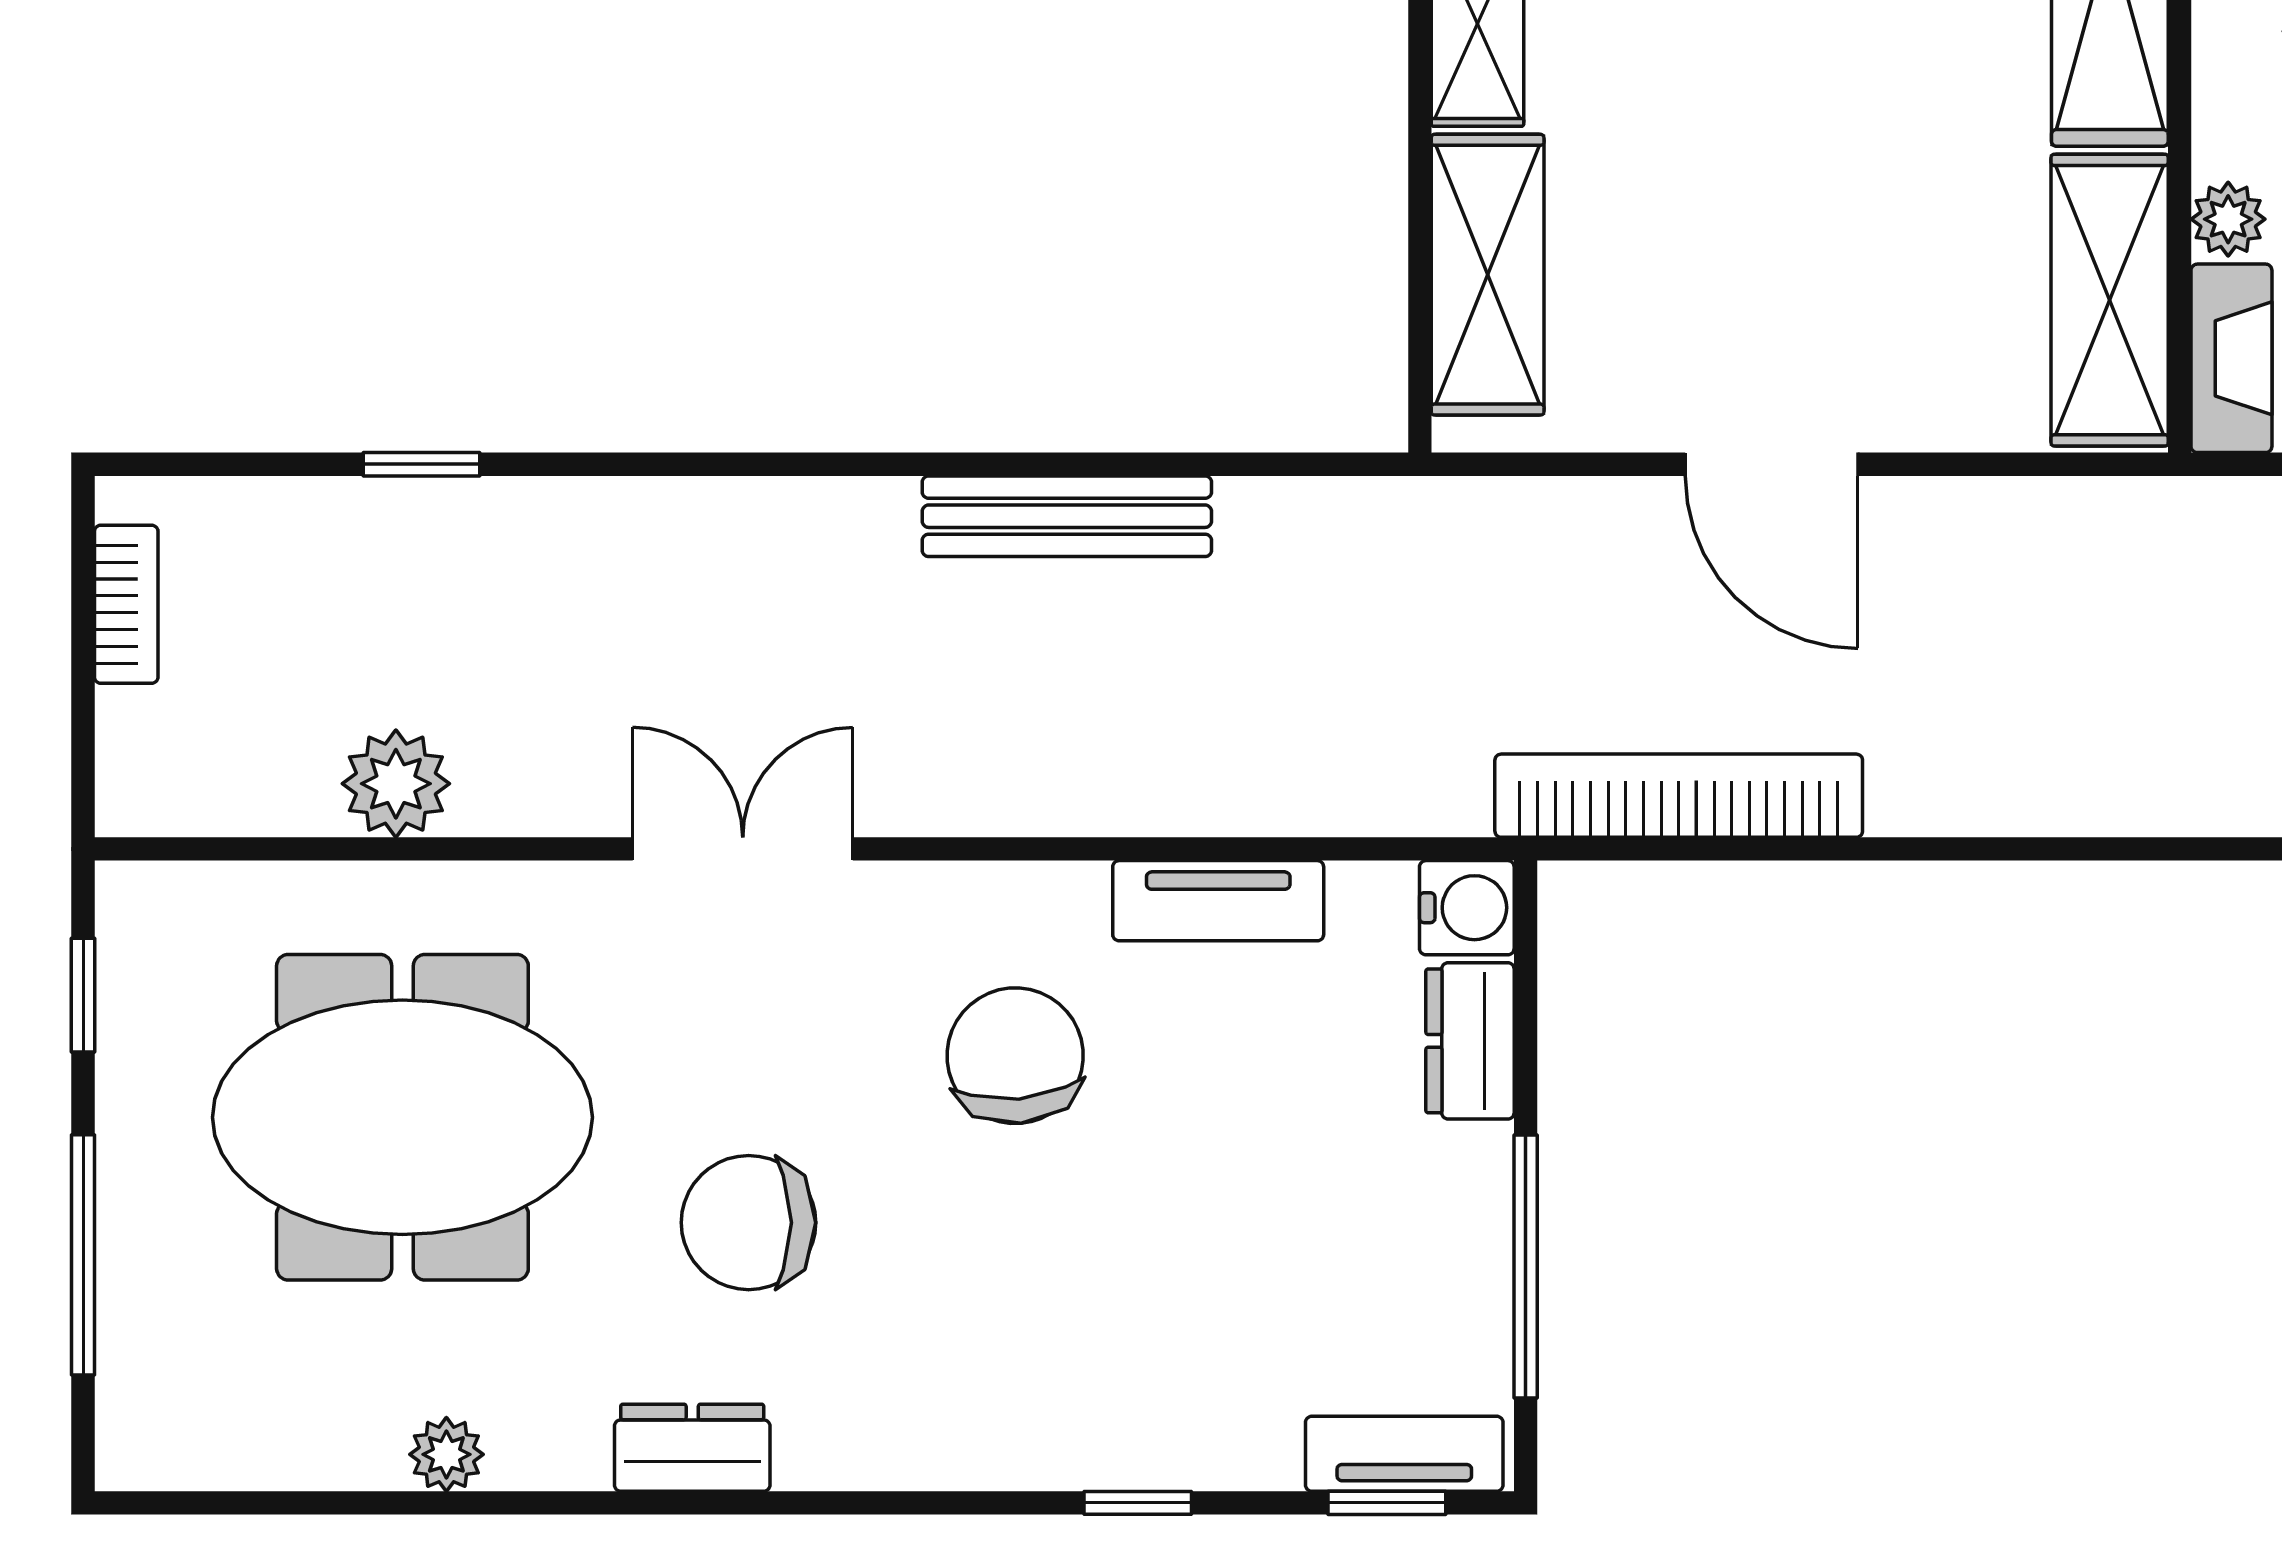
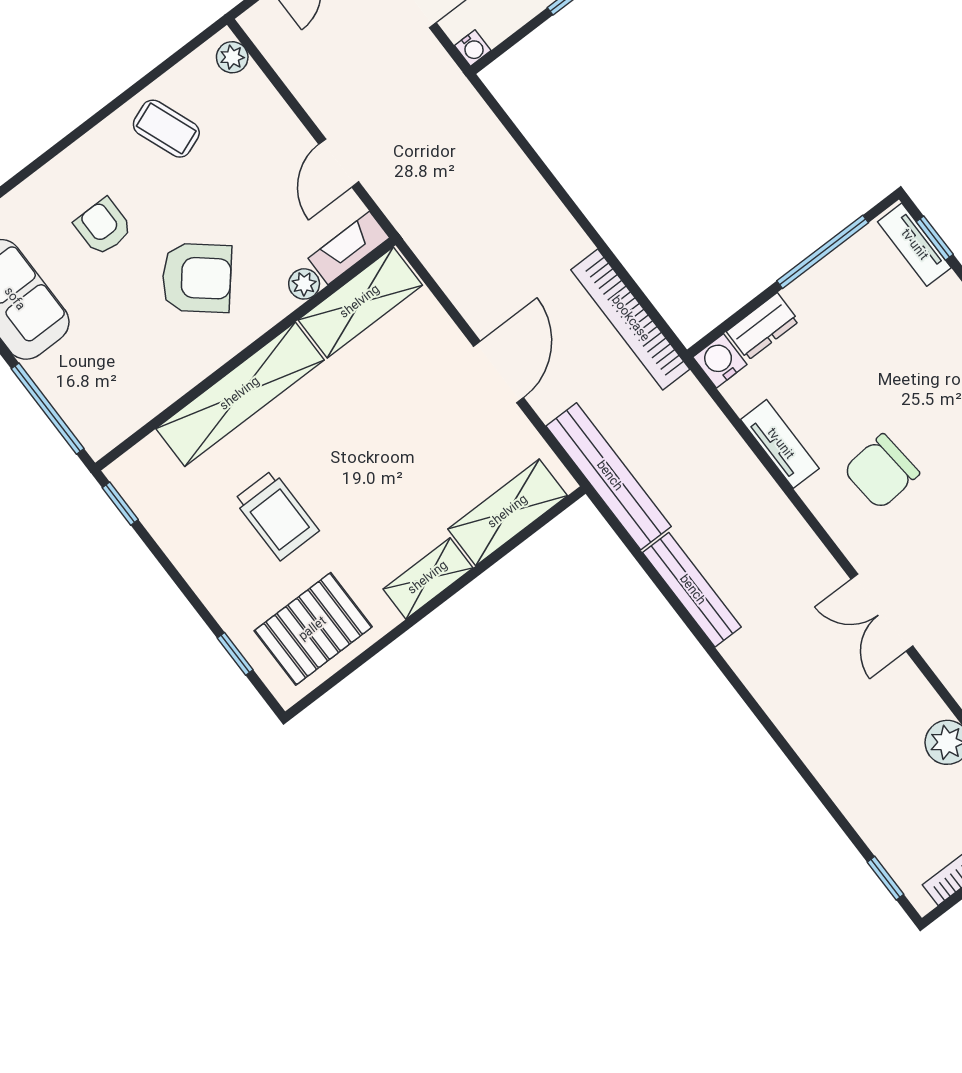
window: (422, 464) -> (886, 878), moved
bench: (1408, 523) -> (609, 476), added

